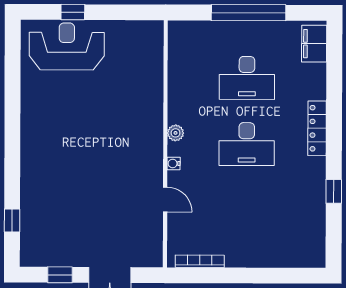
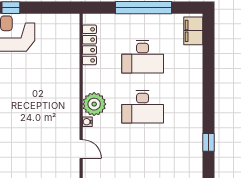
locker: (317, 128) -> (89, 45), moved, turned 180
plant: (176, 133) -> (94, 104), width x1.88, depth x1.88

